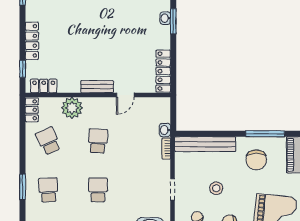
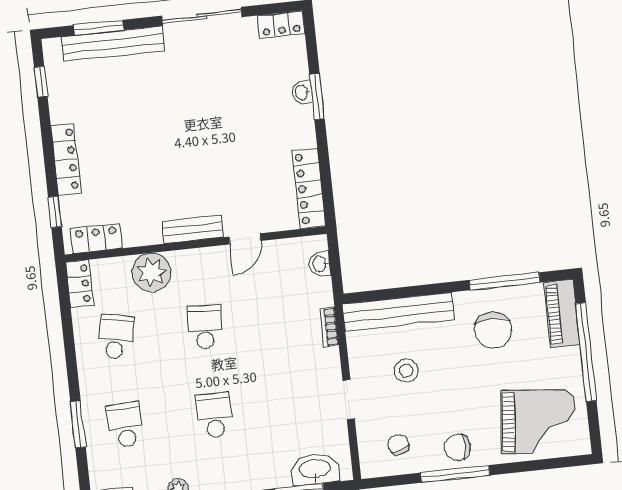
washbasin: (165, 130) -> (320, 264), moved
school desk: (48, 141) -> (116, 337), turned 36
stool: (216, 188) -> (406, 371), moved

